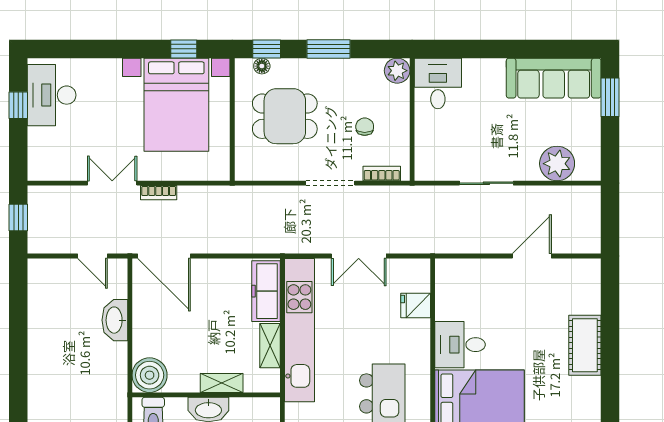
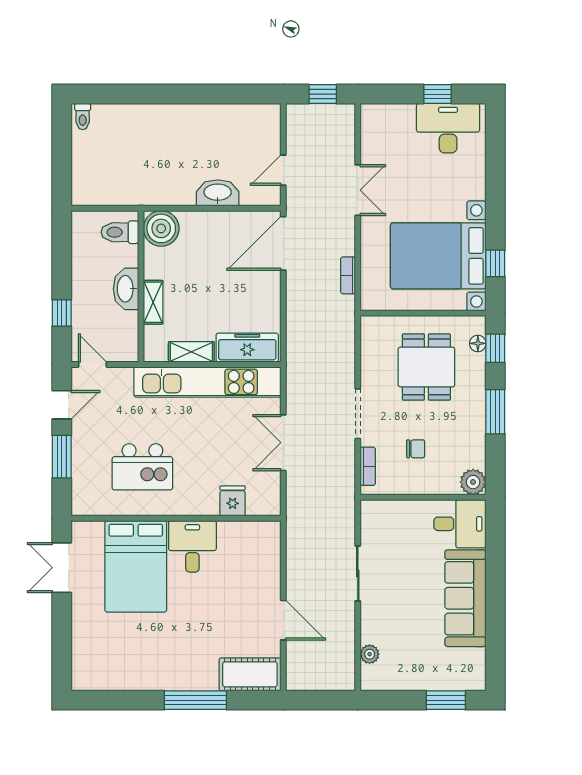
sofa: (554, 78) -> (465, 598), moved
plant: (557, 164) -> (370, 654), width x0.53, depth x0.53
bookcase: (159, 193) -> (348, 275), moved
window: (610, 342) -> (195, 700), added
cot: (585, 345) -> (250, 674), moved

